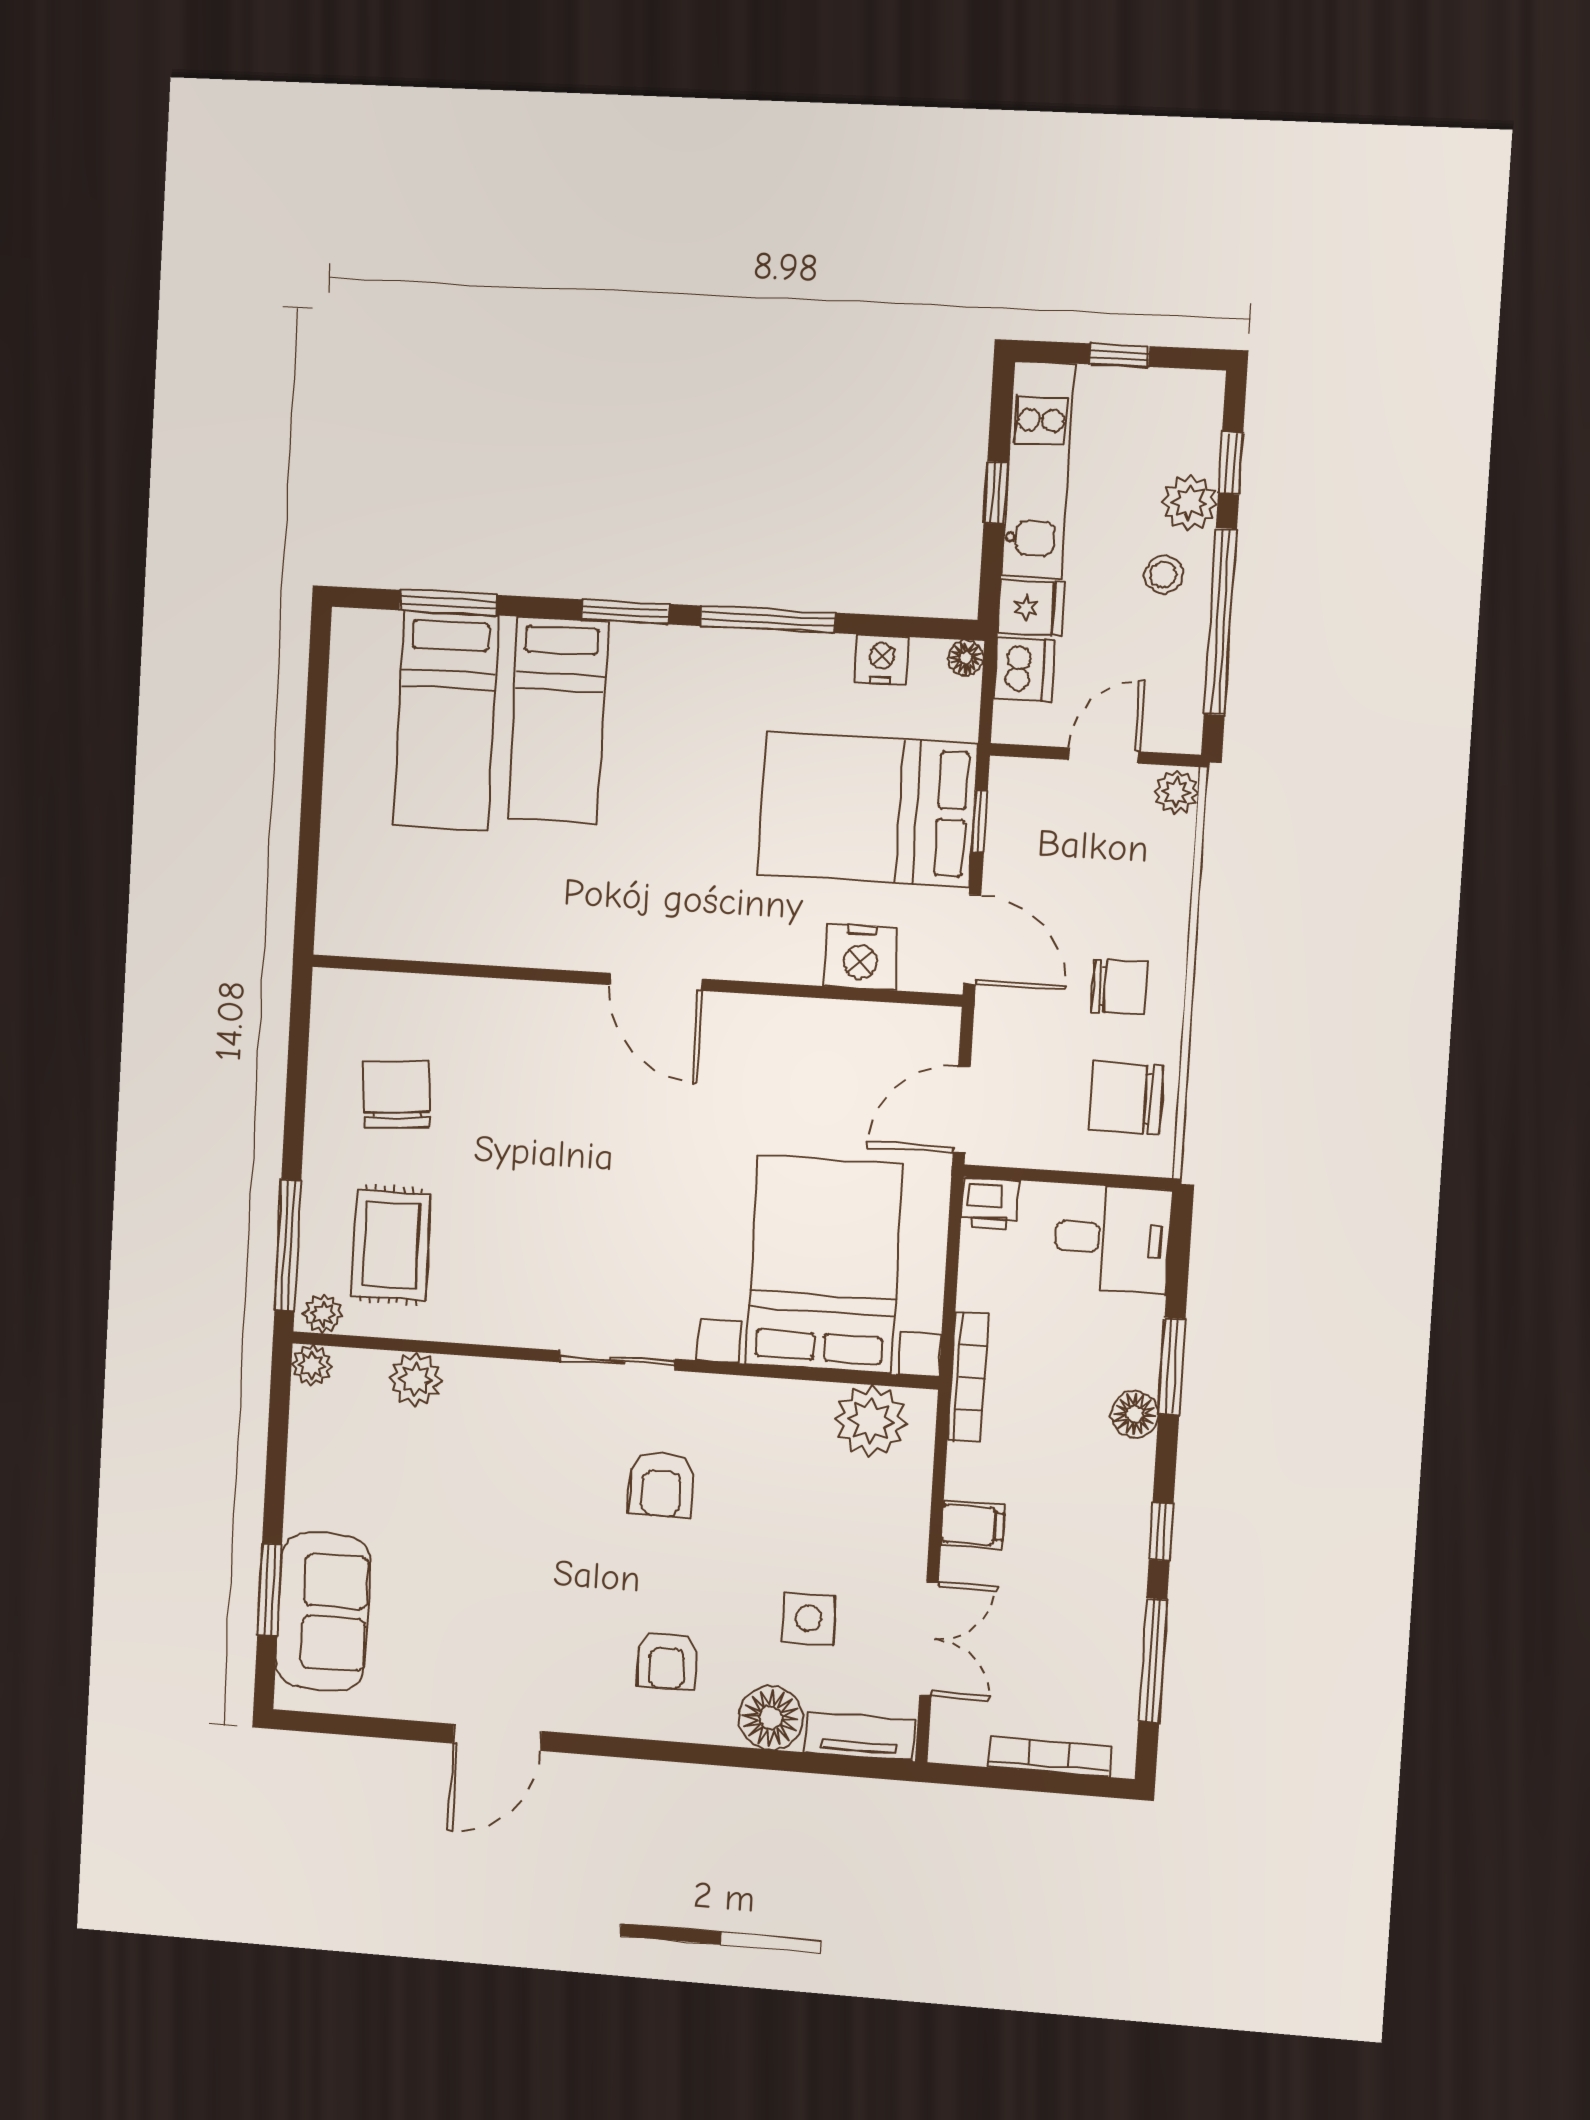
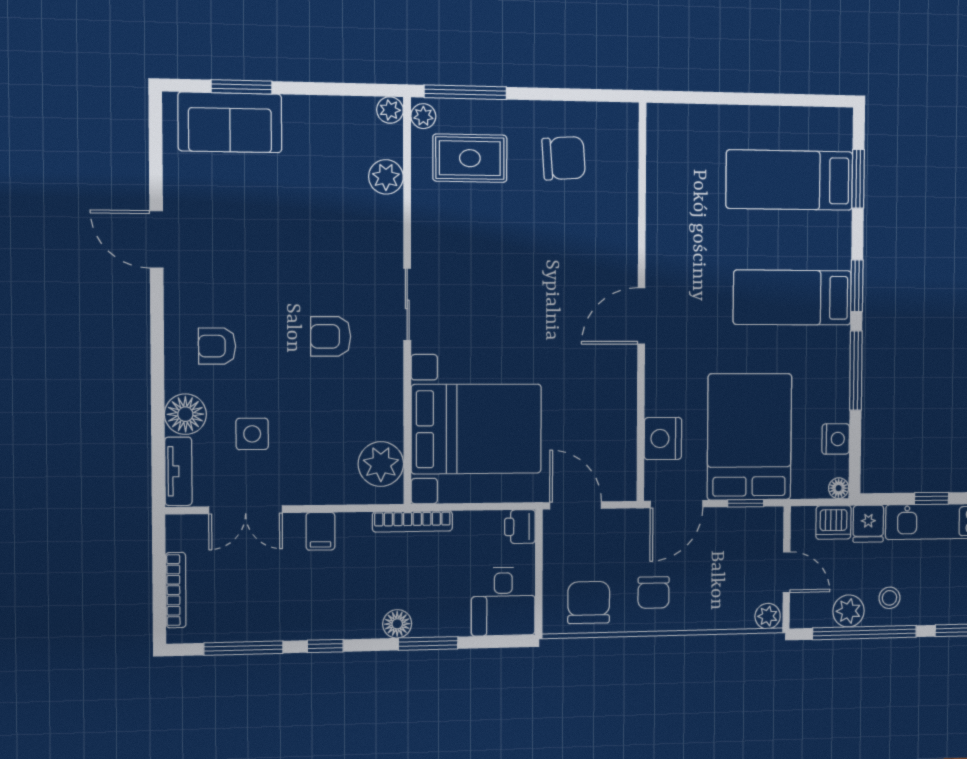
plant: (1189, 503) -> (849, 611), moved
bed: (558, 720) -> (792, 298), moved

